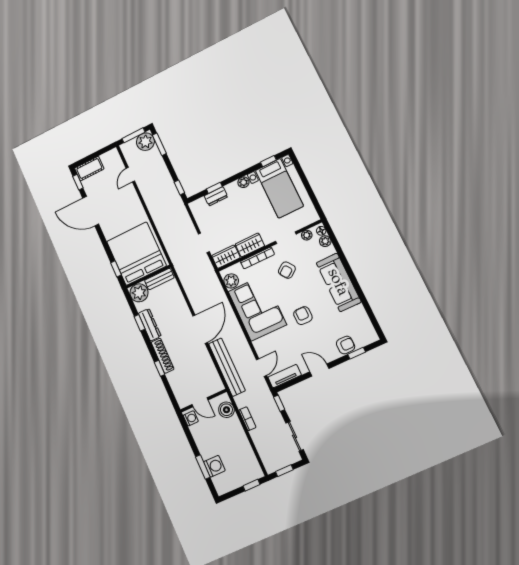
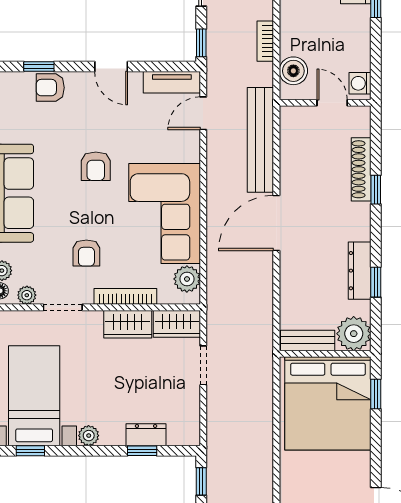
armchair: (287, 270) -> (86, 253), turned 126
shoe rack: (163, 356) -> (361, 169), moved

